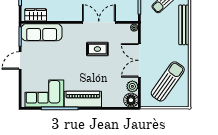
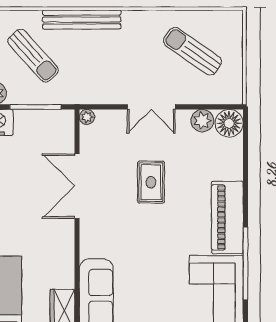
rug: (97, 49) -> (151, 182), moved
double door: (139, 60) -> (151, 107), width x0.73
sun lounger: (168, 81) -> (193, 51), width x0.73, depth x0.75

